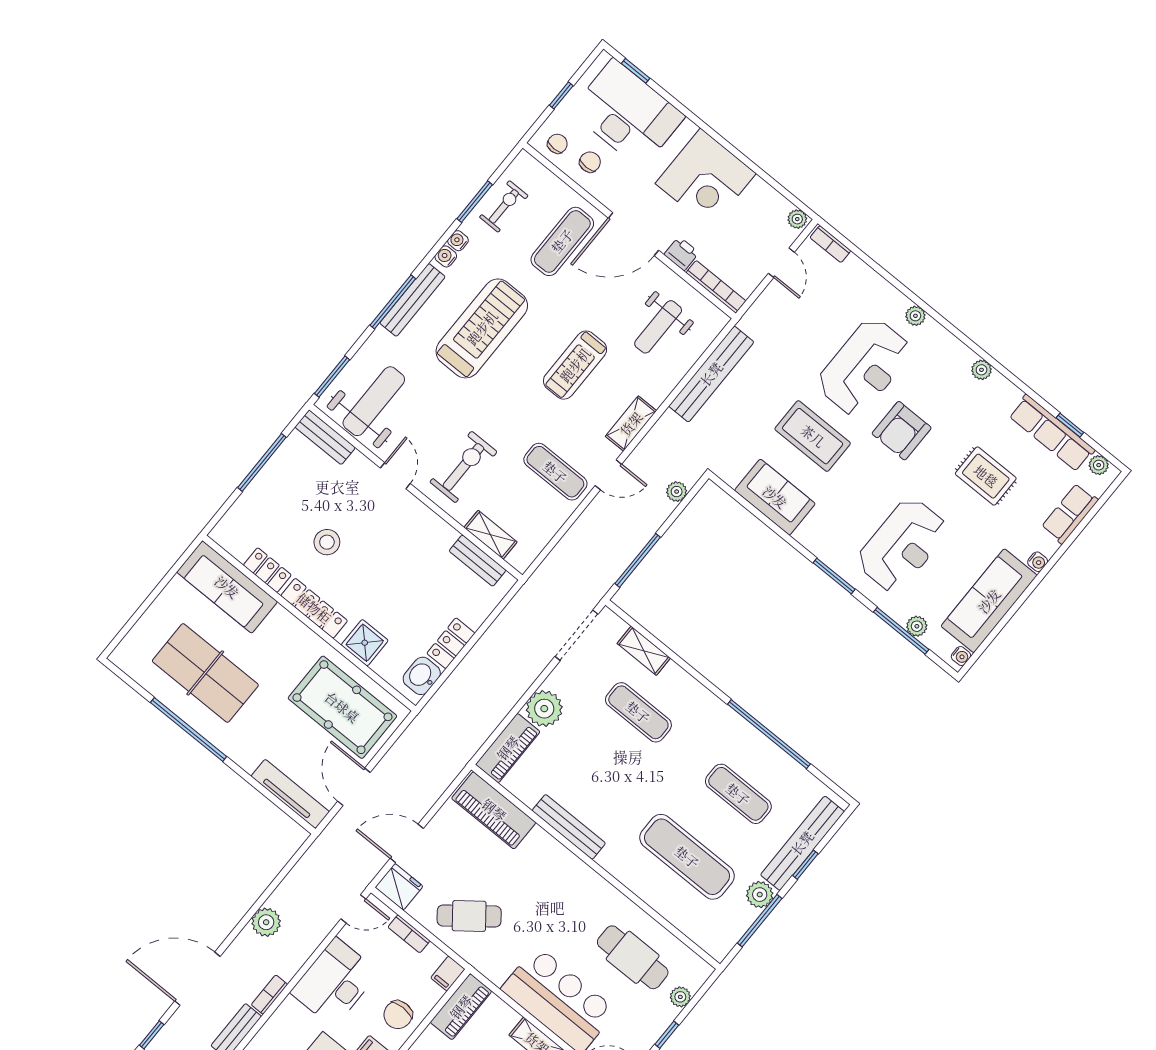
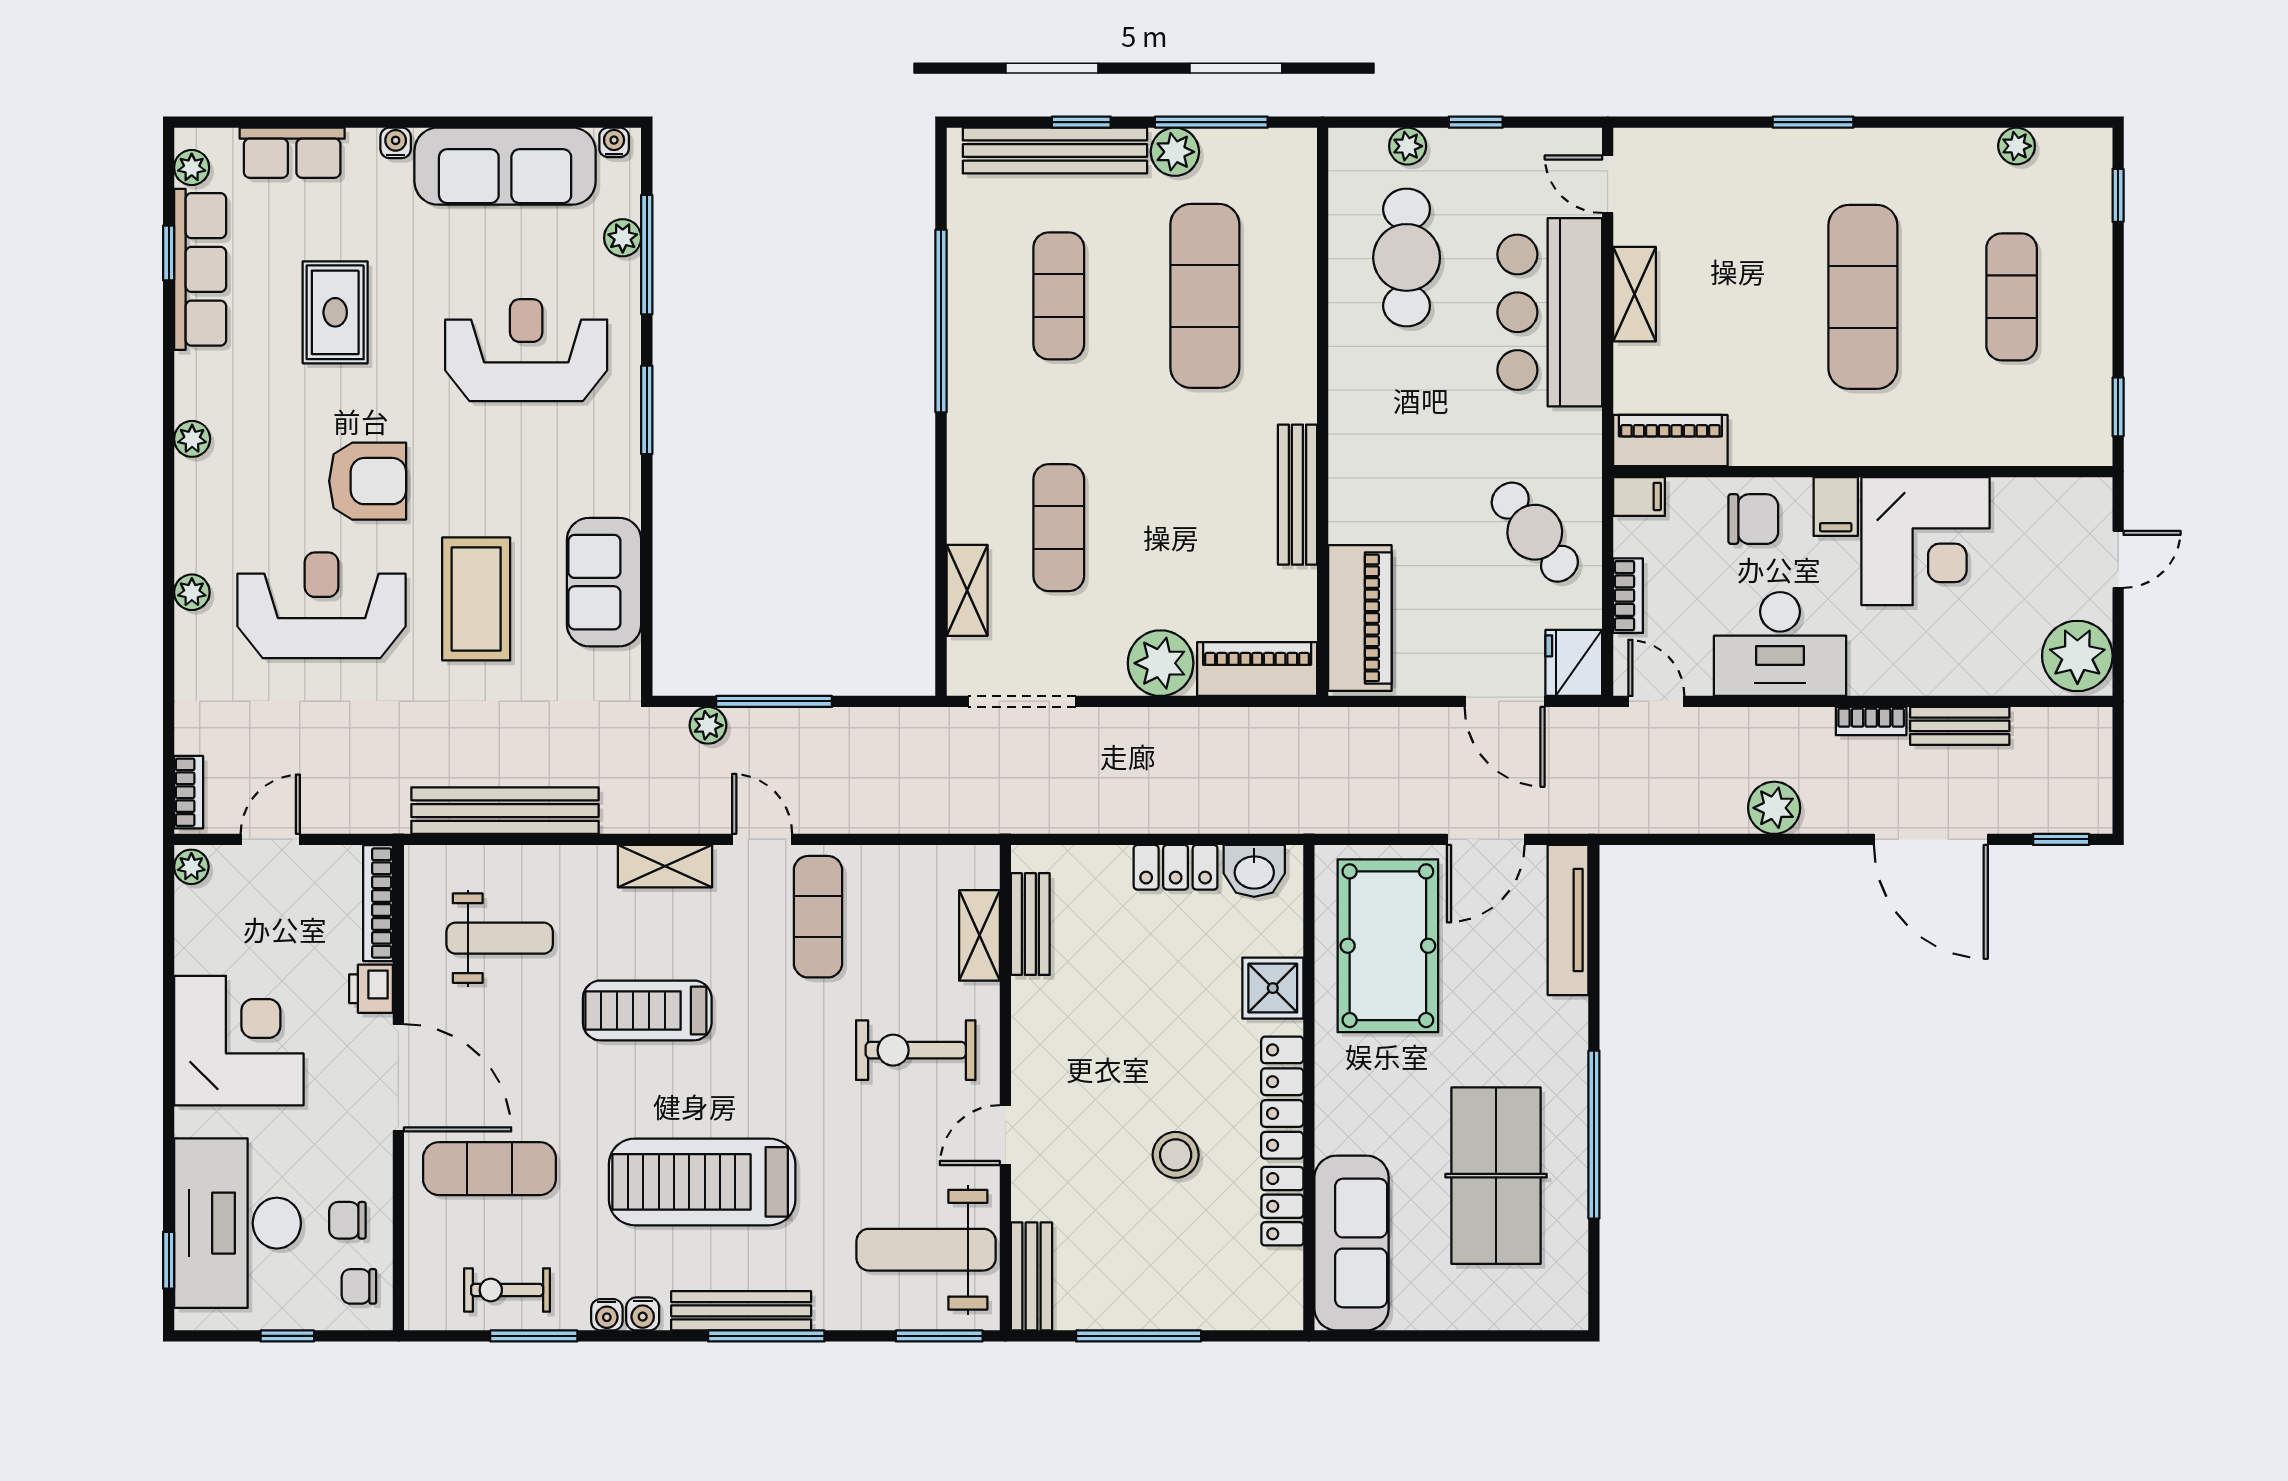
treadmill: (575, 365) -> (647, 1010), turned 180
window: (638, 560) -> (774, 701), moved

